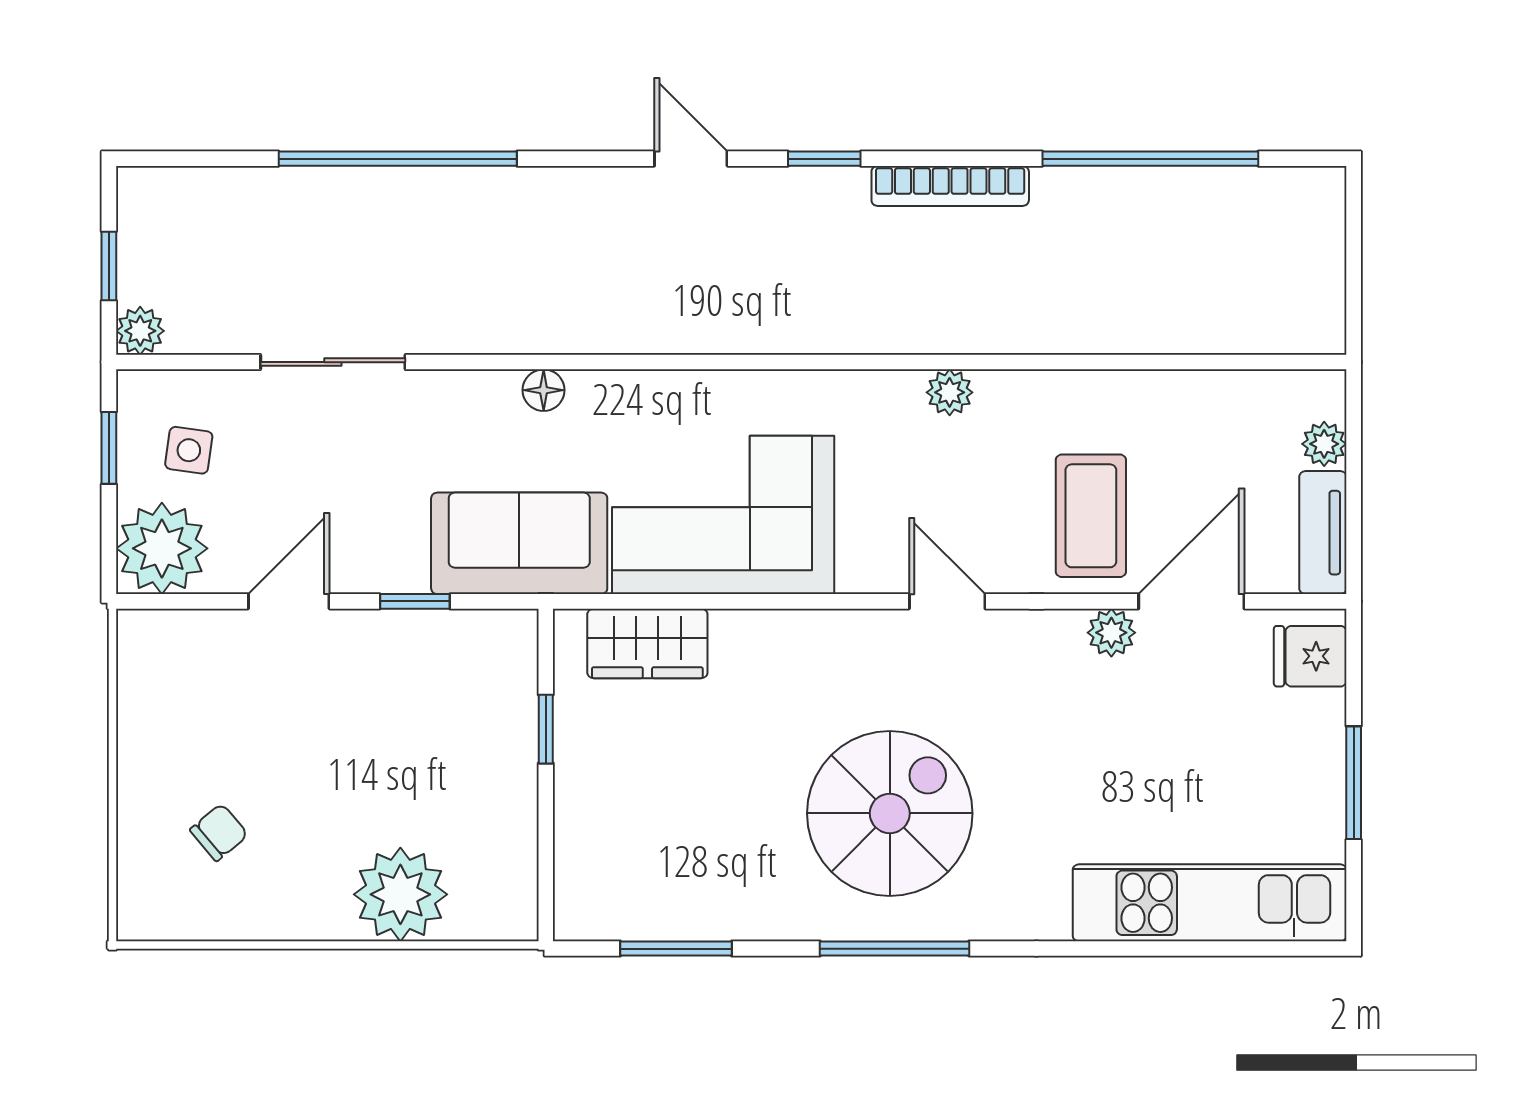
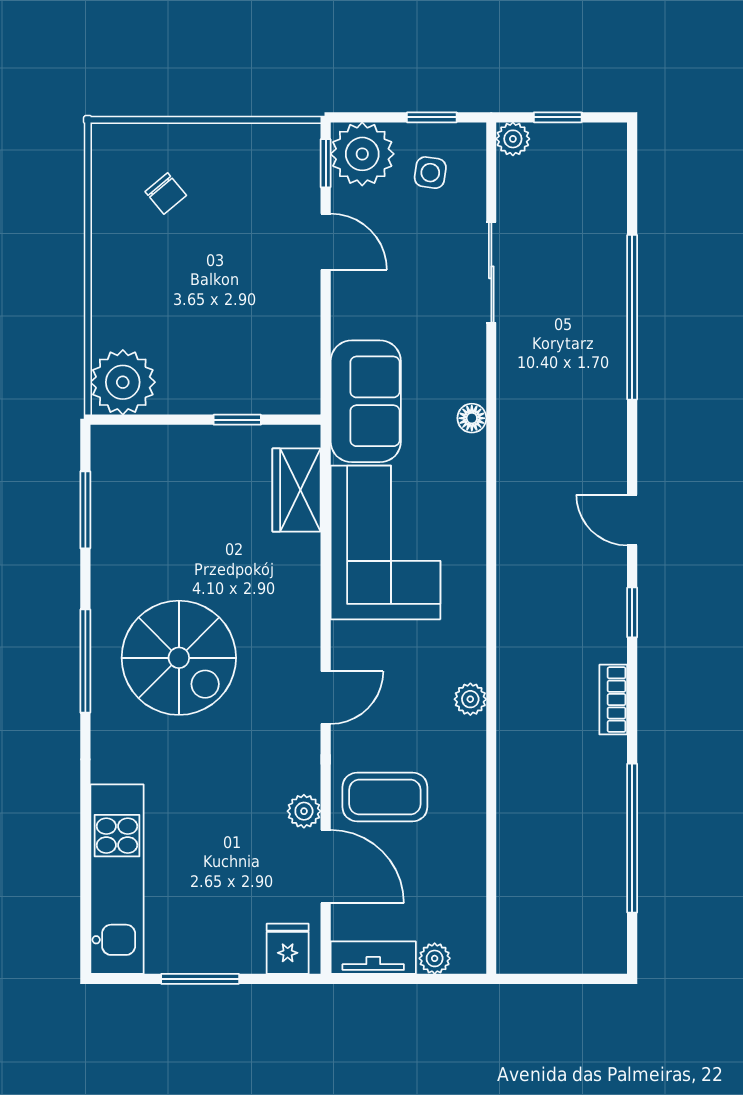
door: (691, 159) -> (632, 520), swing flipped
bookcase: (950, 186) -> (613, 700), width x0.64
window: (415, 601) -> (326, 163), moved
plant: (400, 894) -> (123, 382), moved

